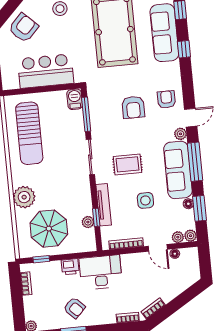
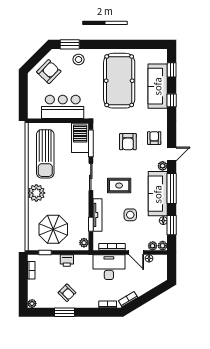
barbecue: (75, 99) -> (80, 138), width x1.88, depth x1.53
plant: (24, 197) -> (36, 193), moved
plant: (88, 222) -> (84, 243), moved
desk: (101, 272) -> (109, 267), moved

